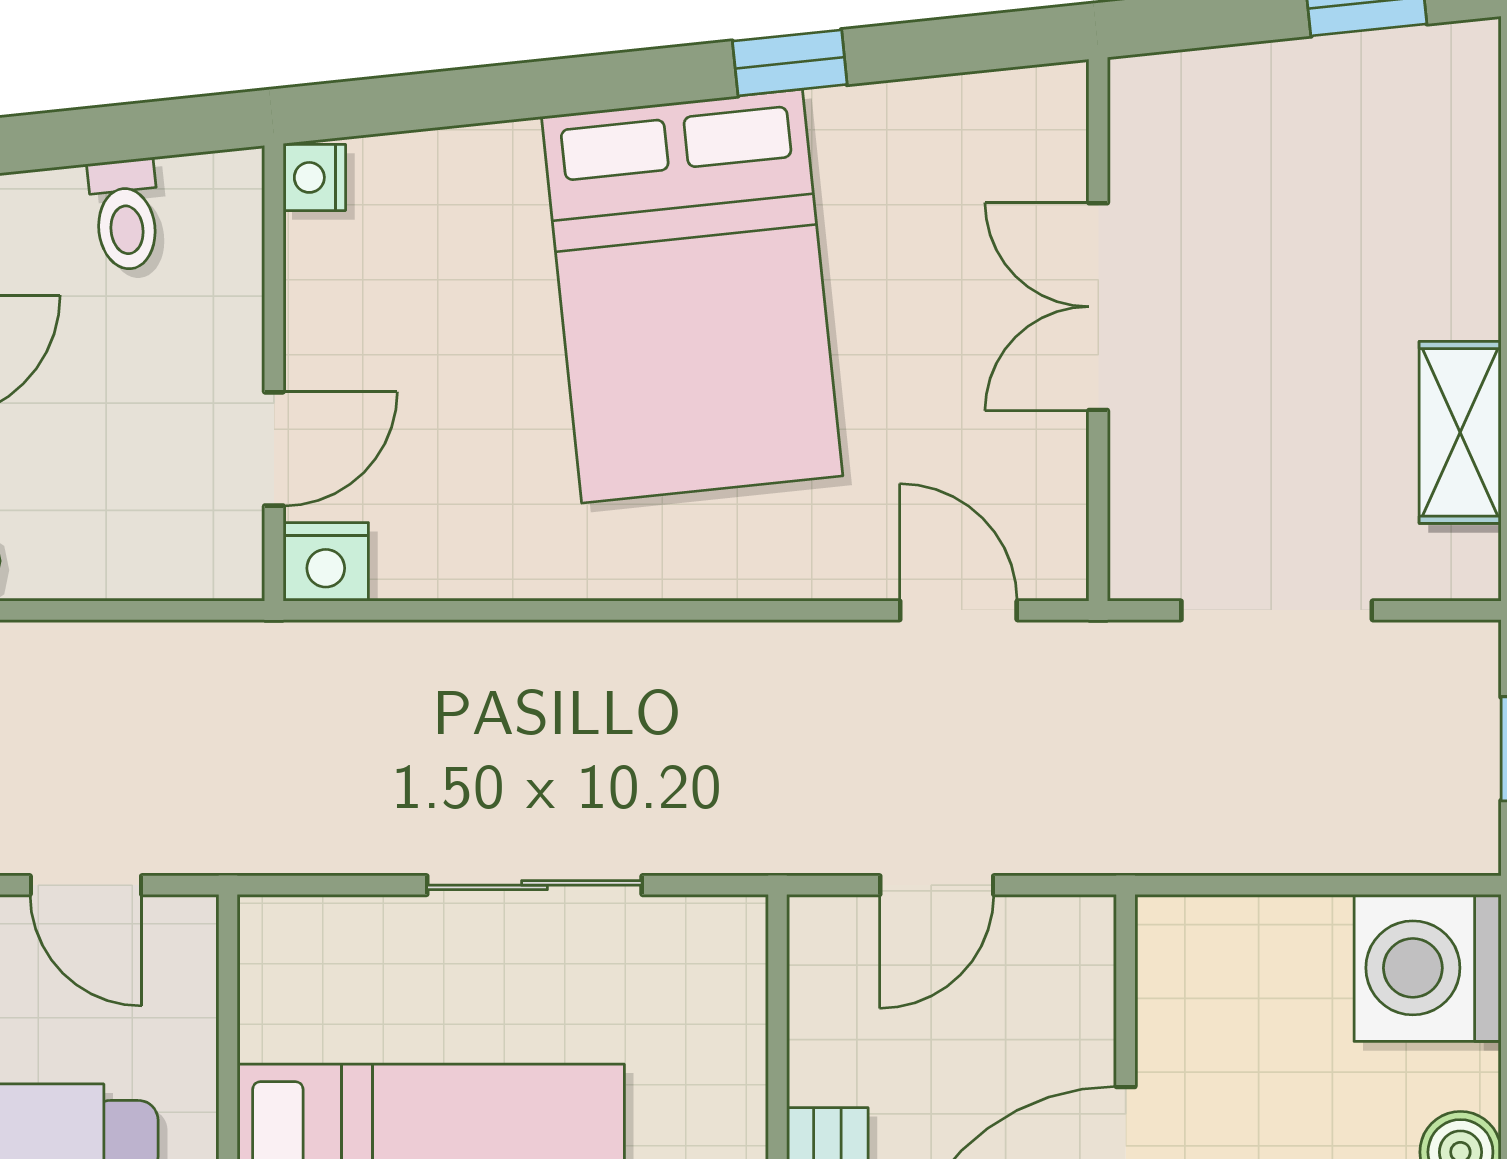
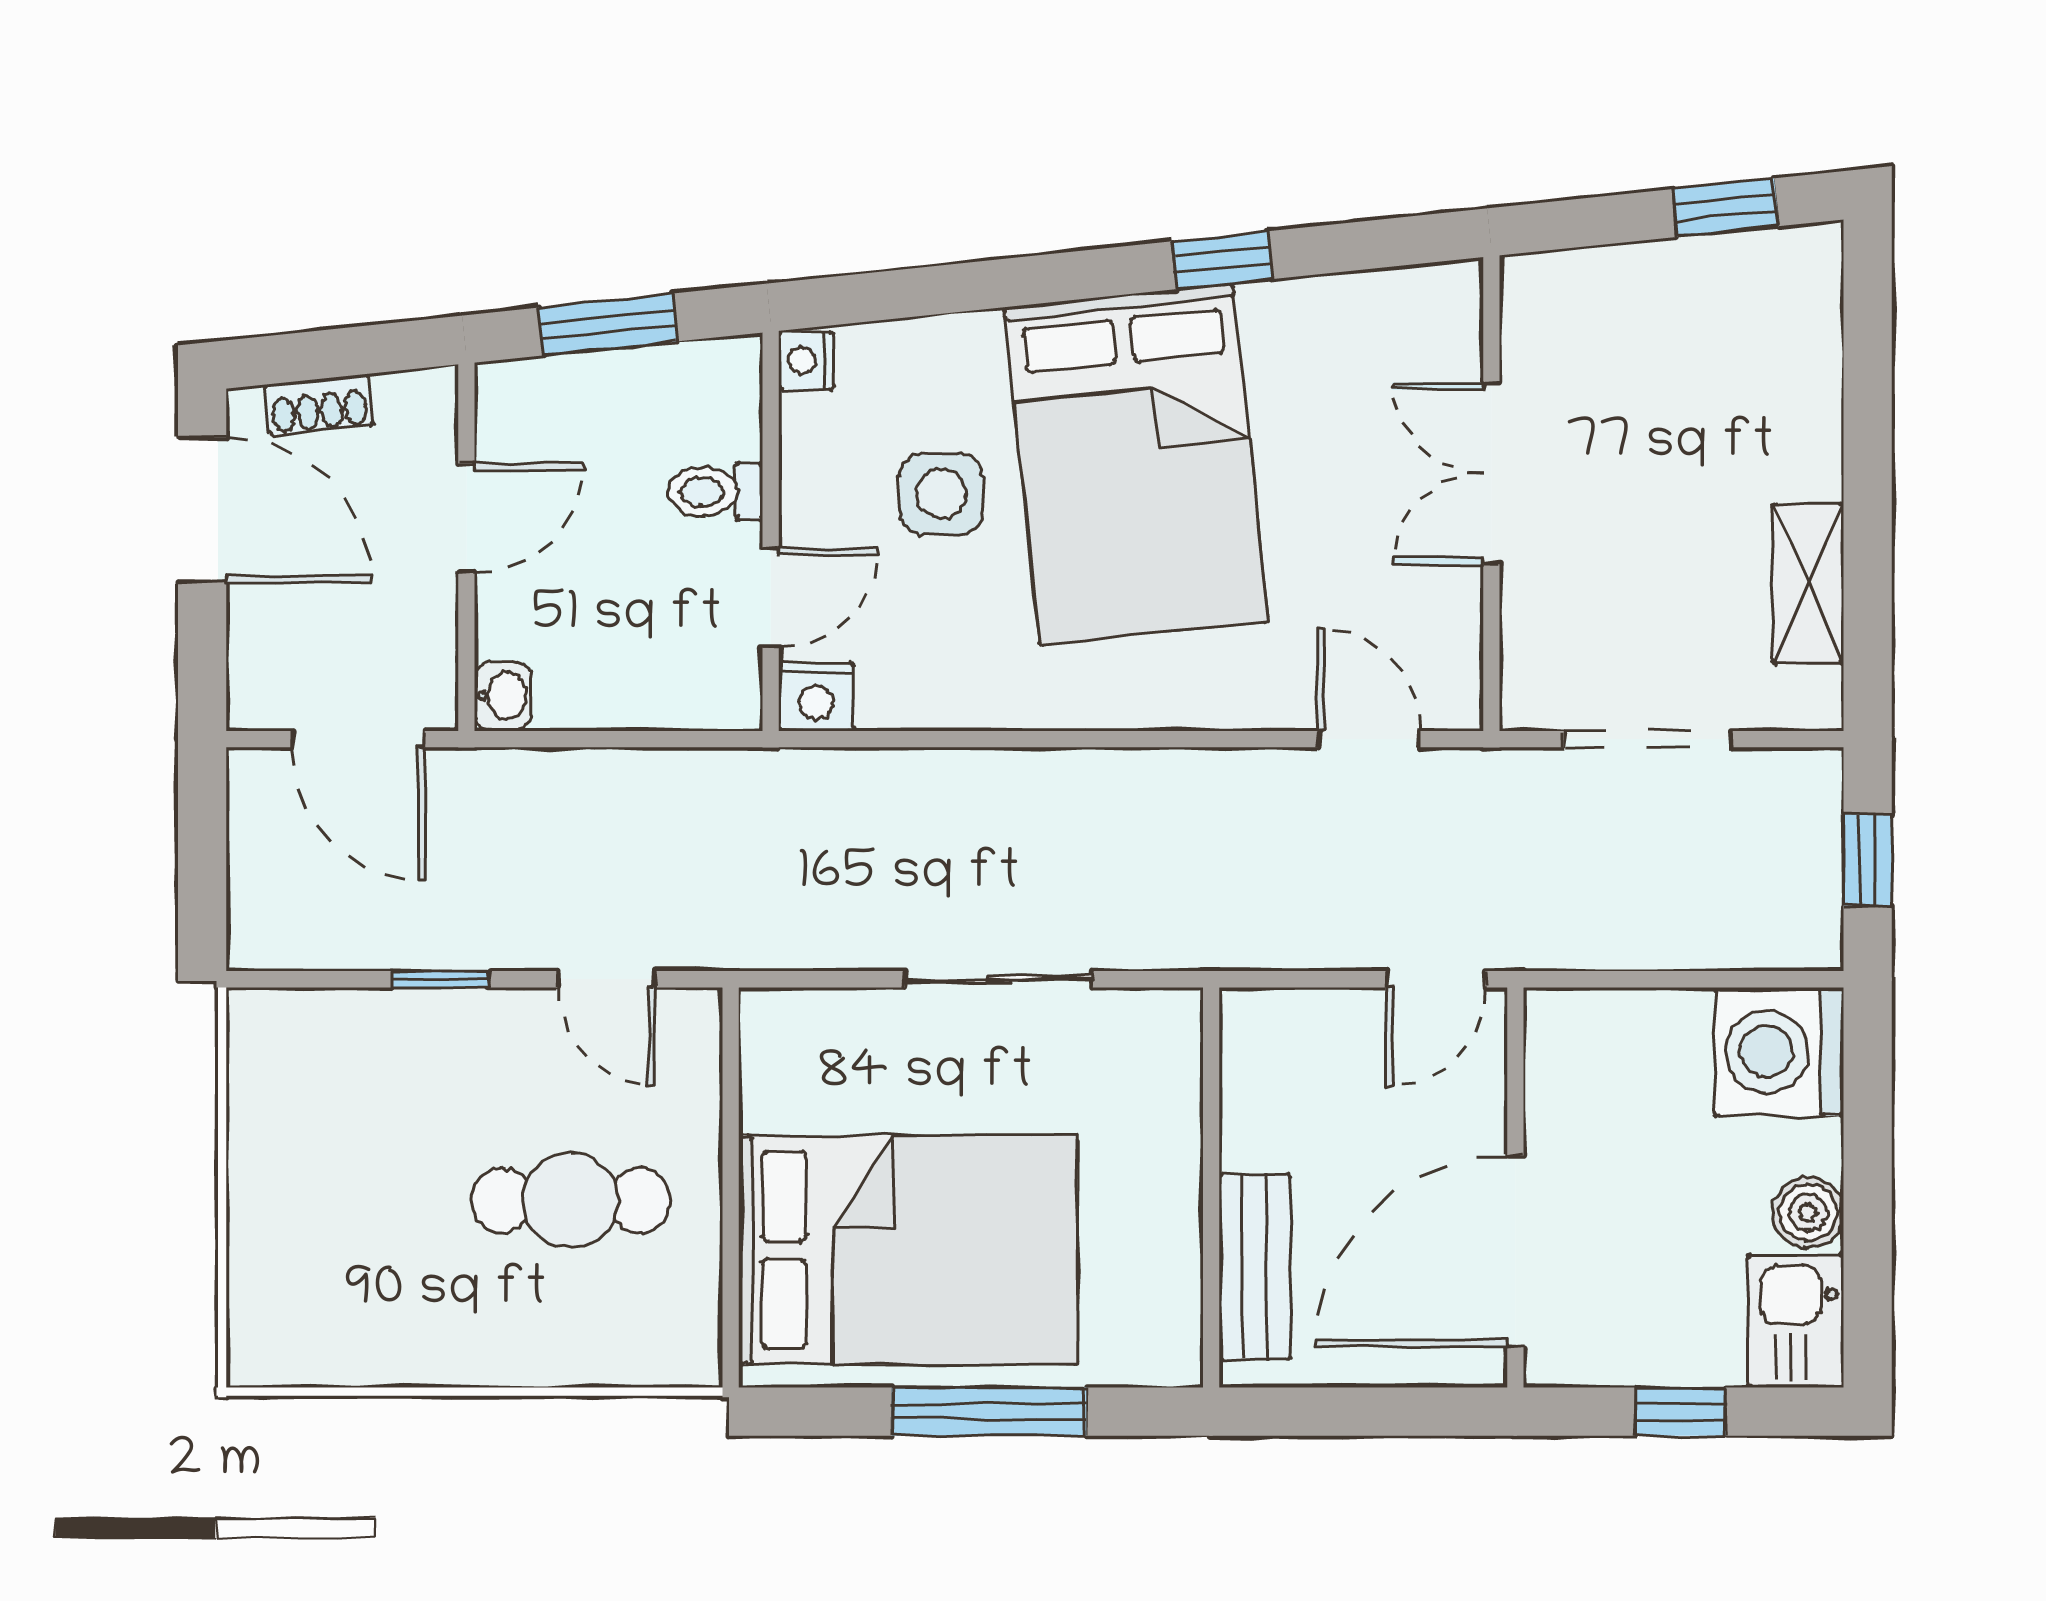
window: (88, 136) -> (608, 324), added
toilet: (125, 215) -> (715, 492), moved, turned 96
side table: (469, 330) -> (941, 494), added
door: (937, 885) -> (1436, 979), moved

